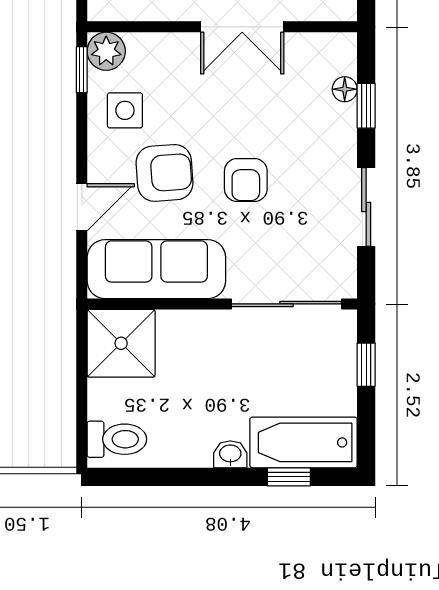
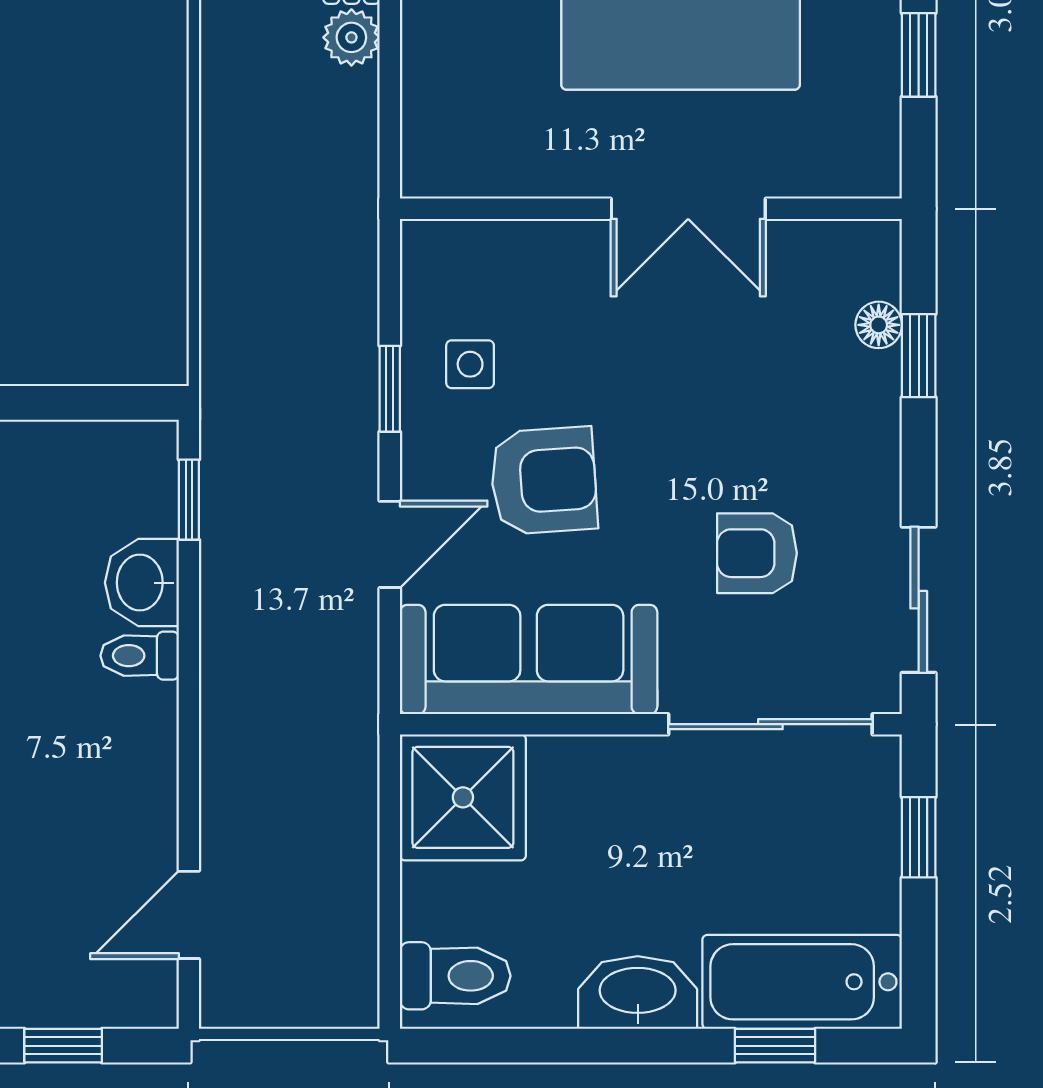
plant: (106, 51) -> (435, 254), removed
window: (82, 70) -> (390, 389), moved
side table: (125, 110) -> (470, 364), width x0.73, depth x0.73
armchair: (246, 180) -> (757, 553), moved, turned 90
sliding door: (366, 207) -> (919, 600), moved
washbasin: (230, 454) -> (638, 993), width x1.91, depth x1.45

